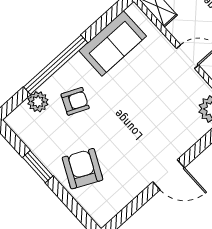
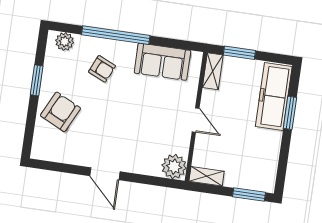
plant: (38, 102) -> (65, 42), moved

